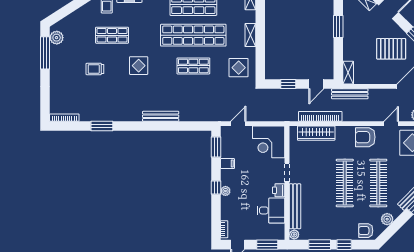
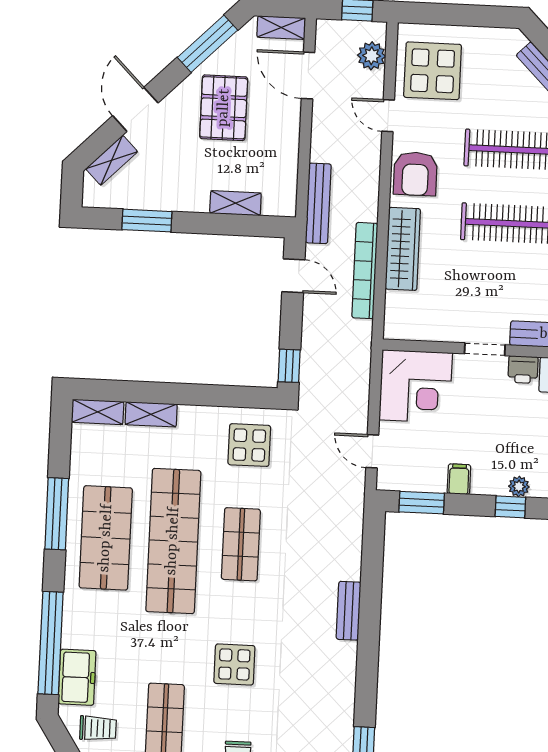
window: (338, 27) -> (147, 221), moved
shelving: (250, 35) -> (151, 414), moved
shelving: (348, 73) -> (235, 203), moved
window: (288, 84) -> (289, 366), moved
bench: (161, 116) -> (349, 611), width x0.73
wardrobe: (316, 133) -> (403, 249), moved

